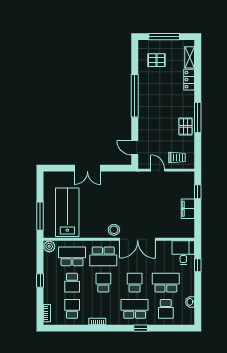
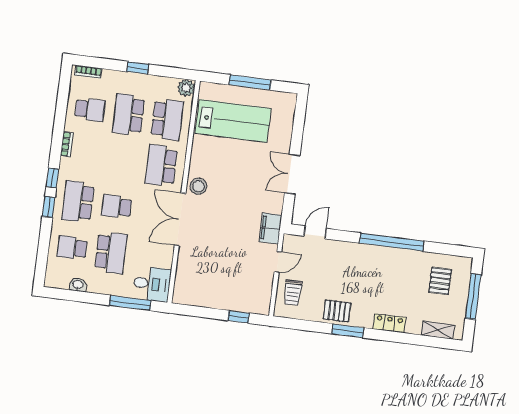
locker: (189, 80) -> (389, 323), moved
window: (198, 117) -> (348, 331), width x0.69
double door: (87, 168) -> (292, 174), moved
filing cabinet: (188, 209) -> (270, 228), moved, turned -90
window: (40, 216) -> (250, 82), moved
window: (198, 265) -> (130, 303), width x2.17
school desk: (72, 283) -> (129, 115), width x1.85
school desk: (103, 283) -> (123, 161), removed
school desk: (135, 283) -> (117, 207), turned 180
school desk: (135, 309) -> (78, 202), turned 180
window: (121, 328) -> (52, 178), added

